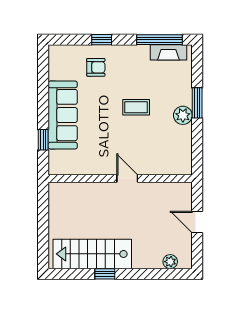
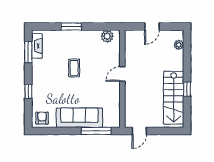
window: (159, 40) -> (28, 52), width x0.69
armchair: (96, 67) -> (42, 118), moved
plant: (183, 115) -> (107, 36), moved
window: (43, 140) -> (96, 131), width x2.17
door: (43, 204) -> (139, 131), added

